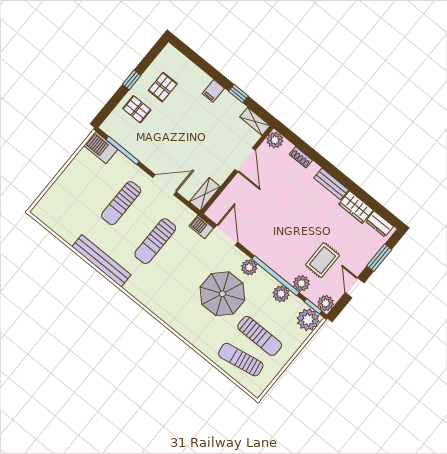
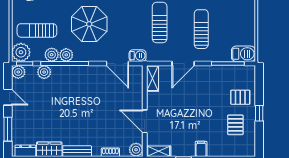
rug: (322, 260) -> (43, 98), removed
plant: (249, 267) -> (66, 55), moved
sun lounger: (260, 336) -> (37, 30), moved

